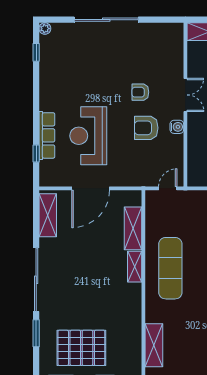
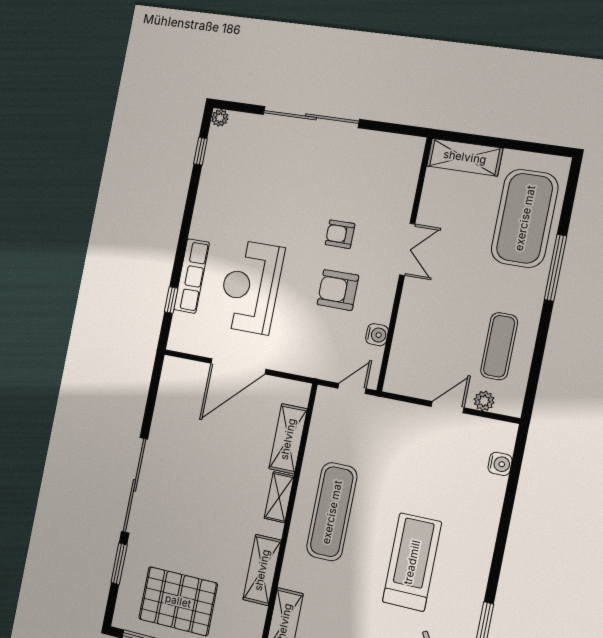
water cooler: (177, 127) -> (377, 335), moved
shelving: (48, 215) -> (262, 570), moved

